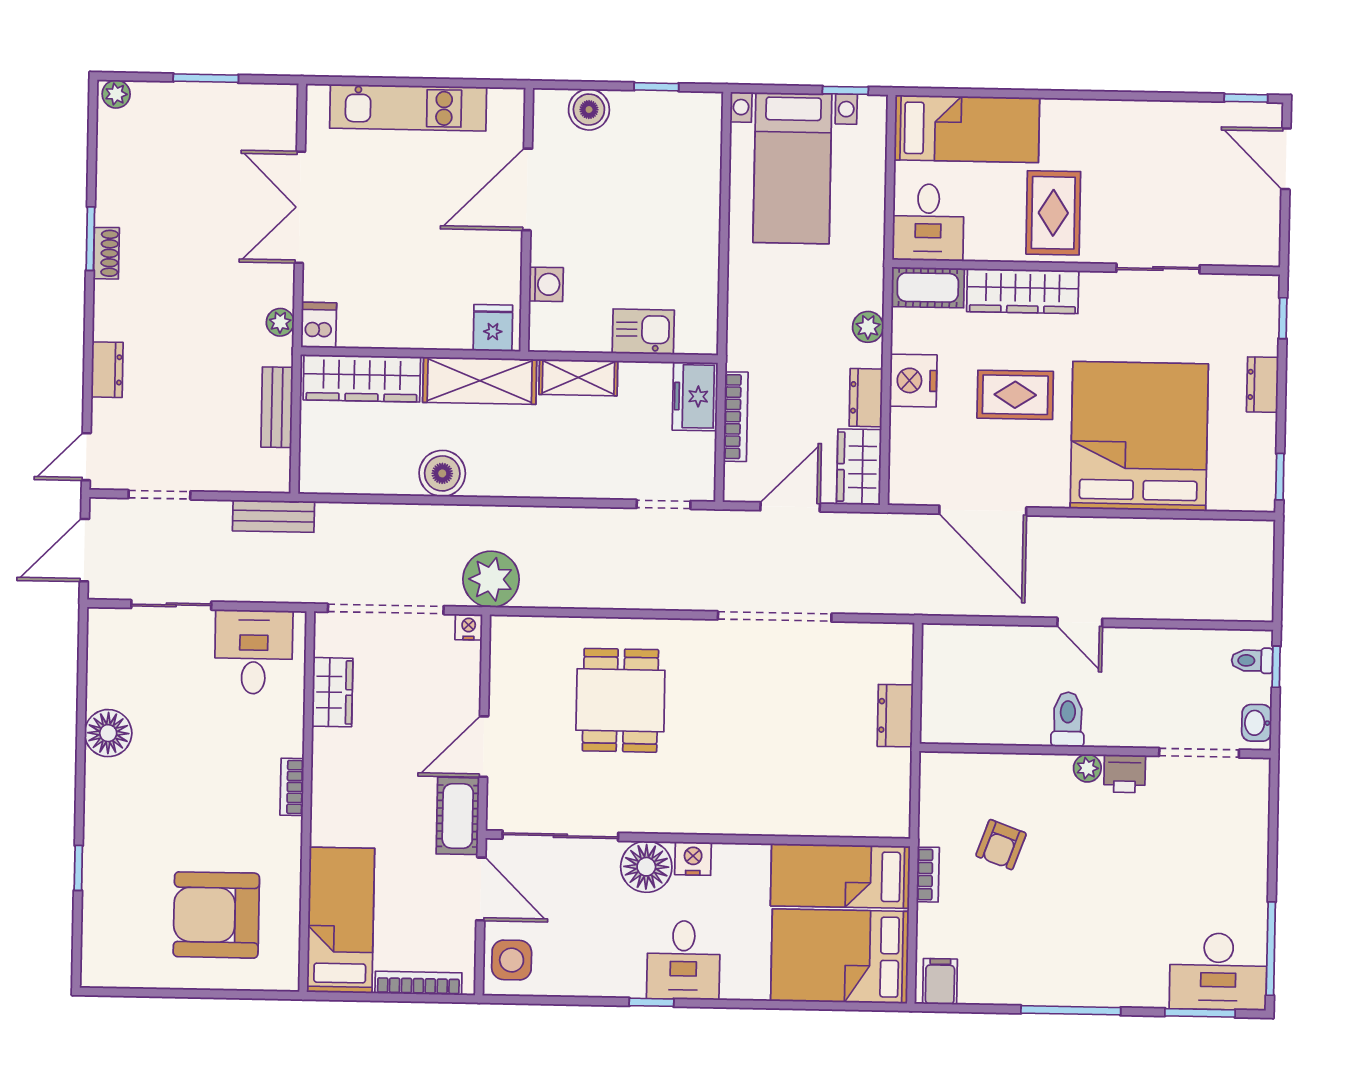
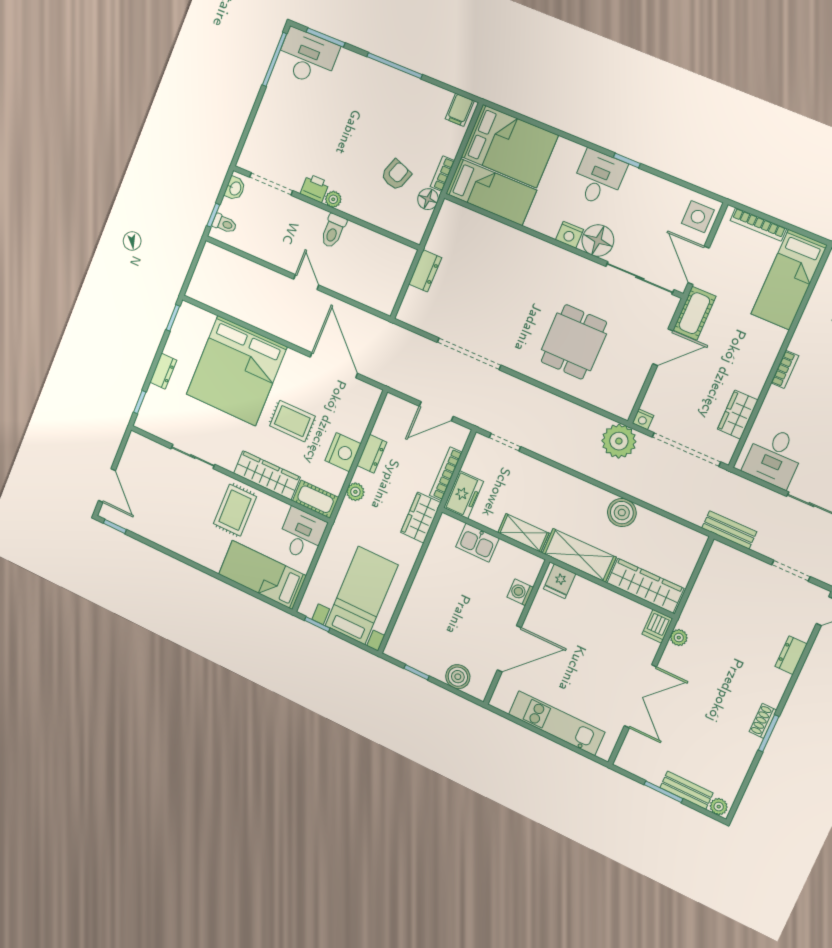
bench: (277, 407) -> (686, 790), moved, turned 90
wardrobe: (859, 467) -> (421, 518), moved, turned 180
floor lamp: (935, 827) -> (428, 199), added

